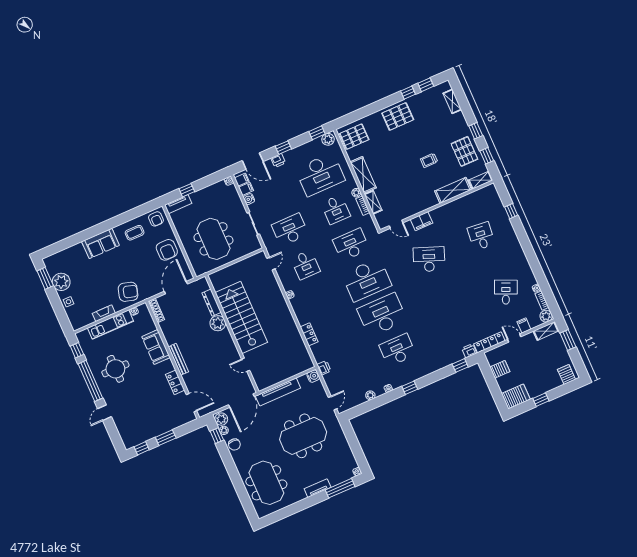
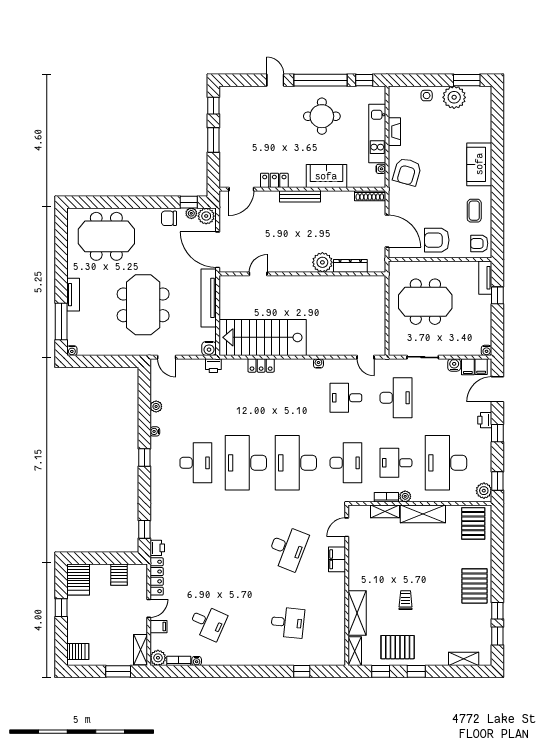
desk: (382, 315) -> (246, 463), turned 180
stairs: (241, 317) -> (263, 337), moved, turned 180

